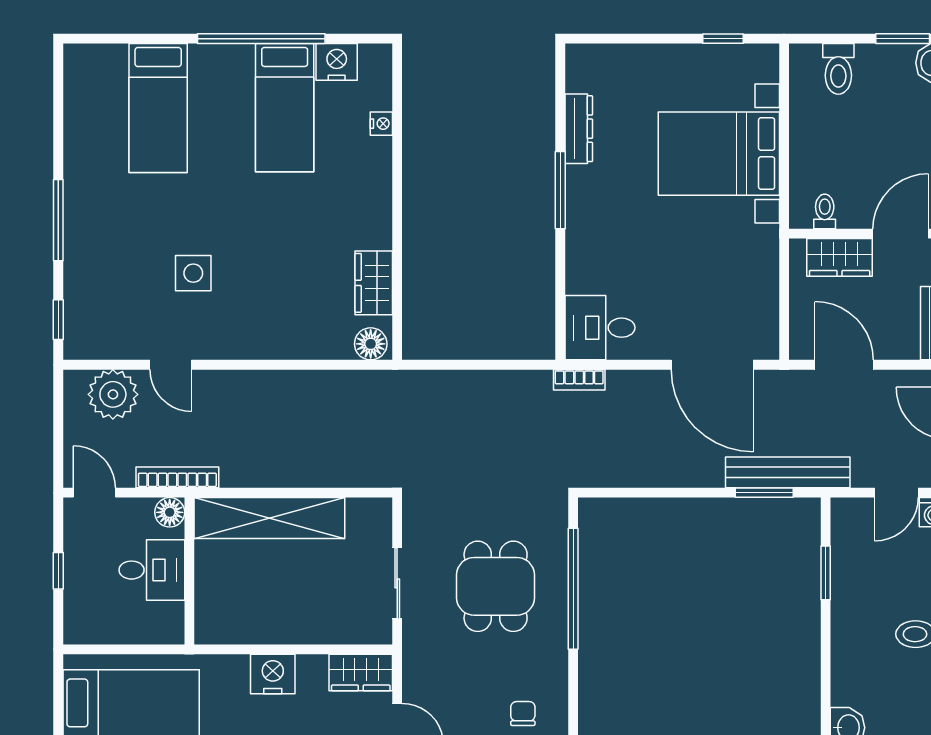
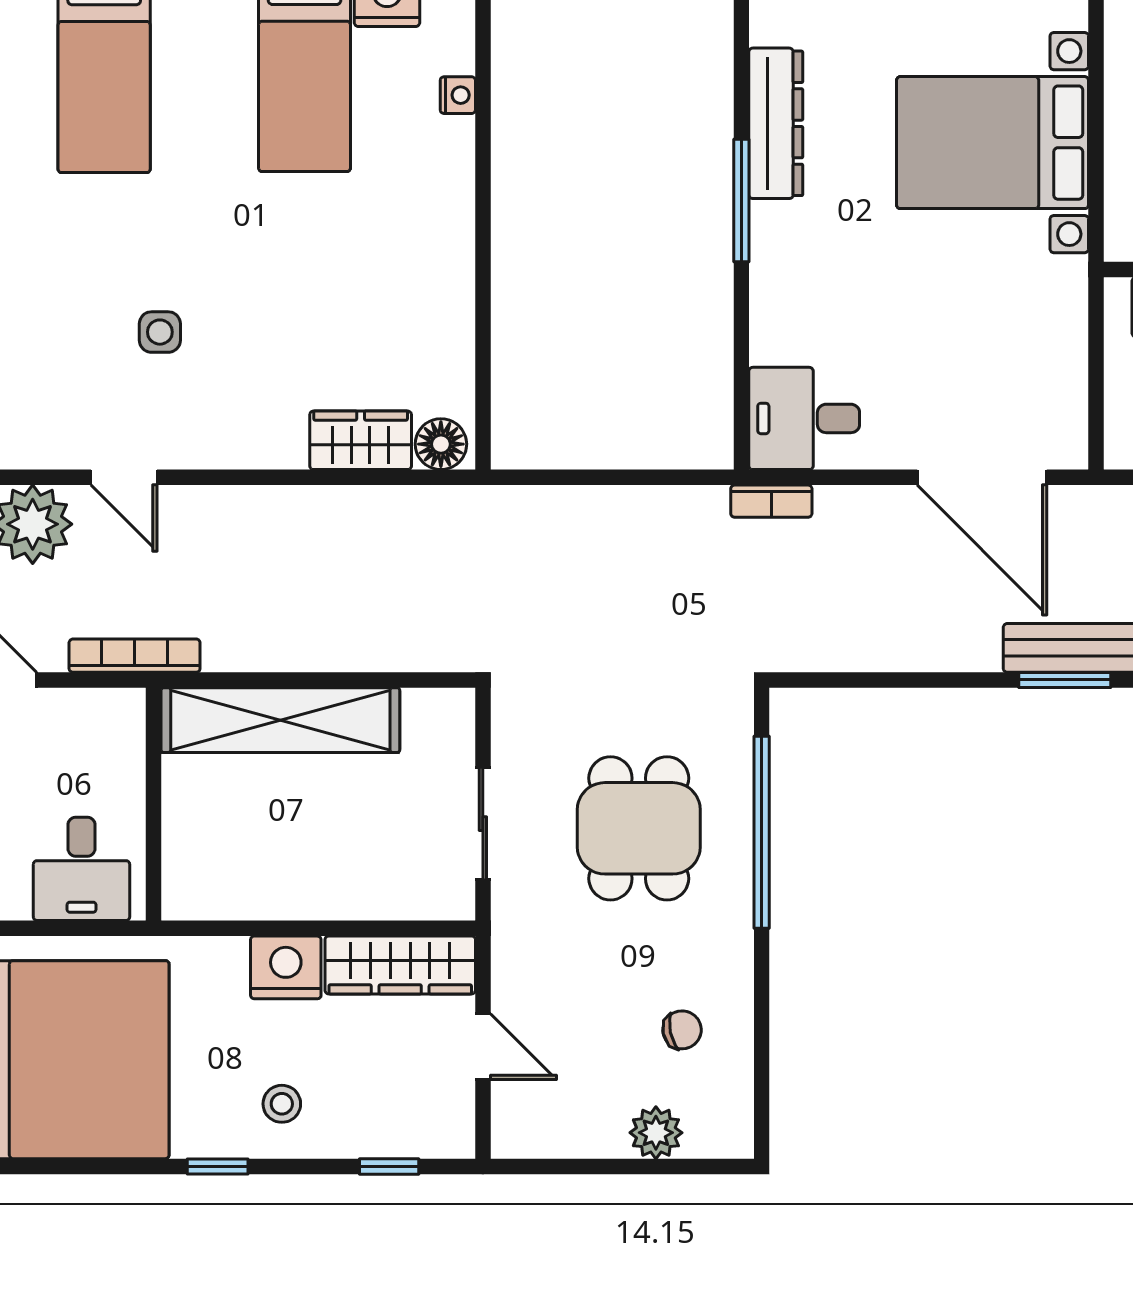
dresser: (579, 129) -> (776, 123), width x1.37, depth x1.24
side table: (193, 273) -> (160, 332), width x0.73, depth x0.73
wardrobe: (374, 283) -> (361, 440), moved, turned 90
floor lamp: (170, 512) -> (123, 711), removed
desk: (152, 570) -> (82, 869), moved, turned 90
wardrobe: (361, 673) -> (400, 965), width x1.50
chair: (523, 714) -> (682, 1030), turned 78

